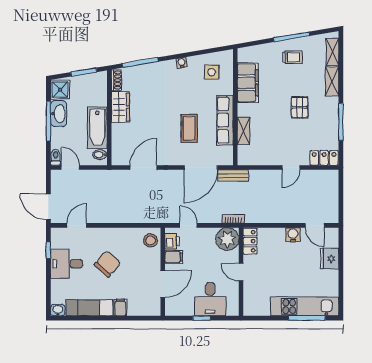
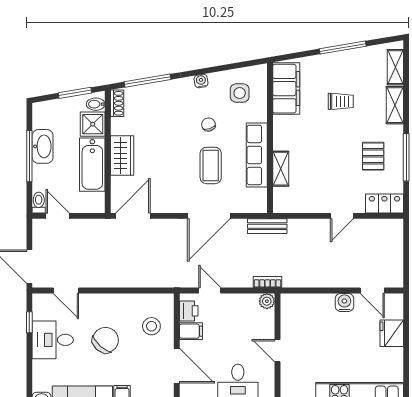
trolley: (292, 57) -> (341, 101), moved
filing cabinet: (248, 83) -> (286, 89), moved
shower: (60, 90) -> (93, 124), moved
chair: (187, 97) -> (208, 124), added
wardrobe: (120, 107) -> (122, 156), moved
pallet: (300, 107) -> (373, 156), moved
bidet: (100, 155) -> (96, 104), moved
door: (143, 168) -> (133, 216), moved
door: (201, 168) -> (209, 216), moved
door: (77, 225) -> (66, 290), swing flipped
plant: (227, 239) -> (267, 301), width x0.53, depth x0.53
stool: (150, 240) -> (151, 326), moved
locker: (250, 241) -> (289, 311), removed
door: (163, 284) -> (177, 366), hinge flipped

